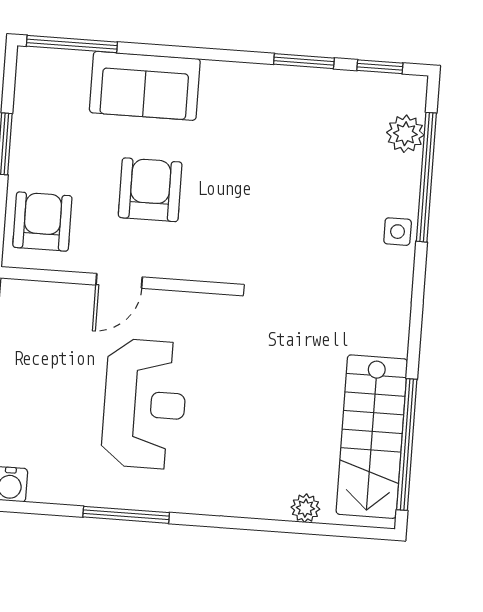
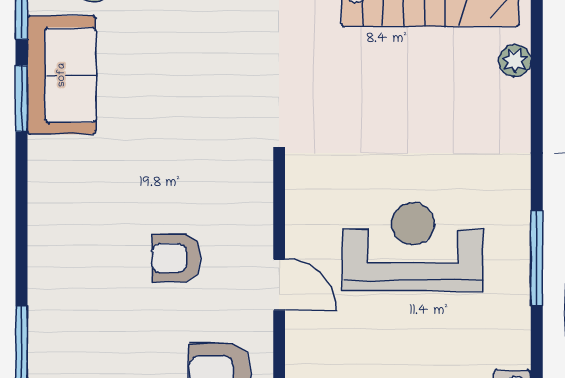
sofa: (145, 86) -> (62, 75), moved
armchair: (150, 190) -> (176, 258), width x0.72, depth x0.72

